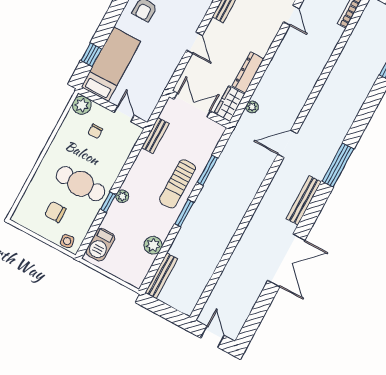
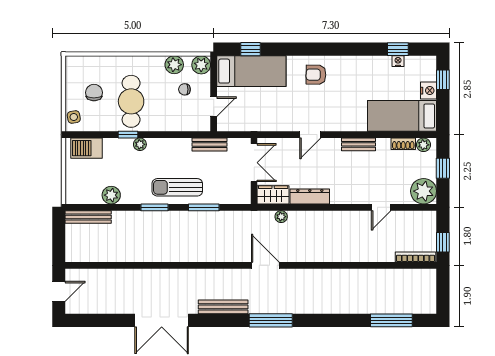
plant: (69, 129) -> (174, 65), added

